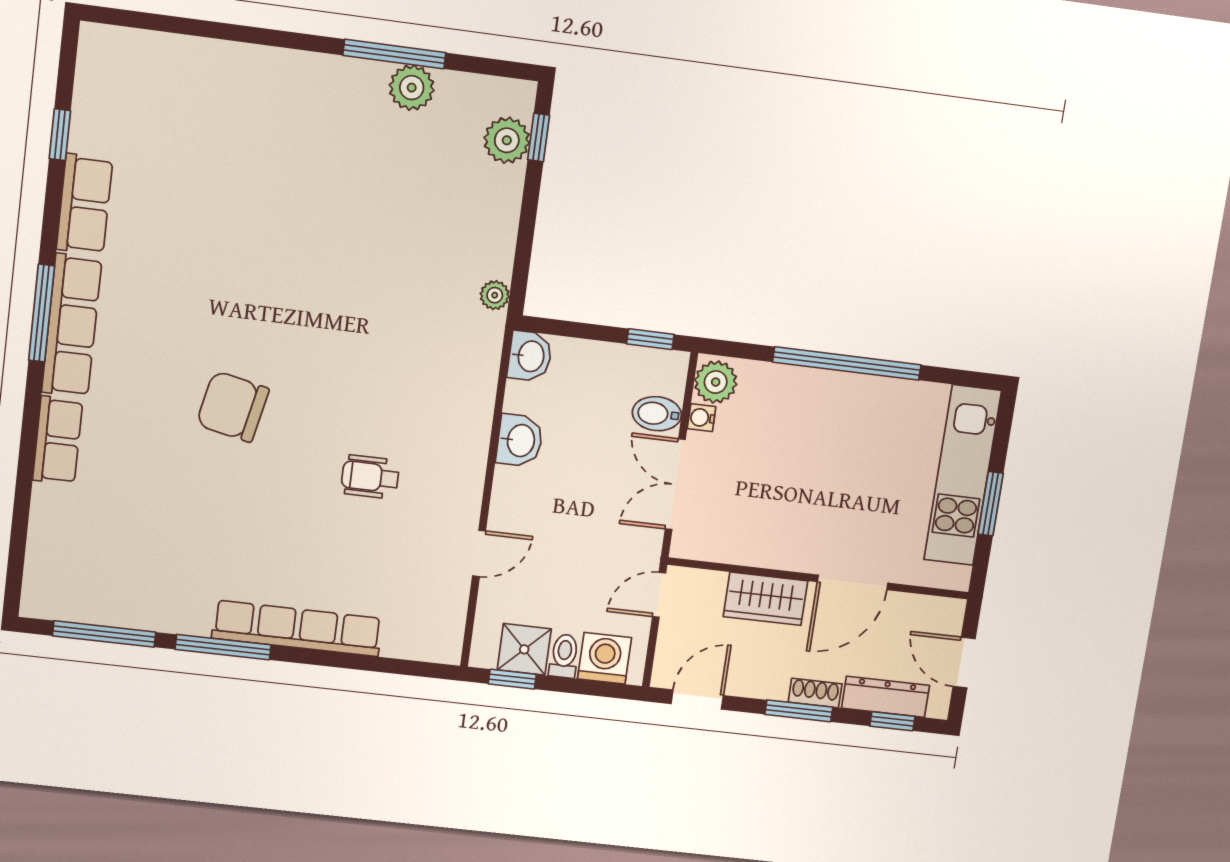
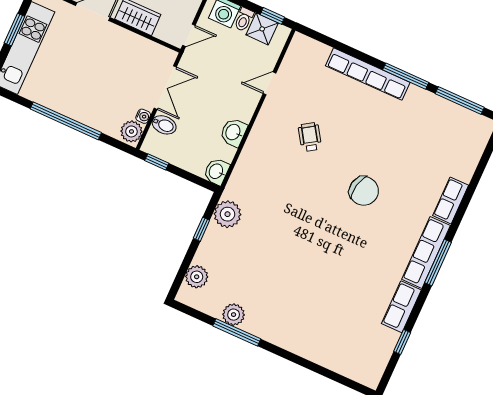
window: (539, 137) -> (201, 229), moved
plant: (495, 295) -> (227, 214), width x1.88, depth x1.88
wheelchair: (370, 477) -> (310, 137), turned -123

